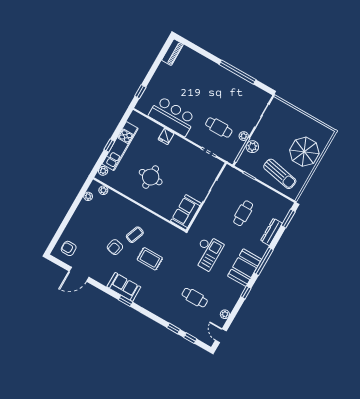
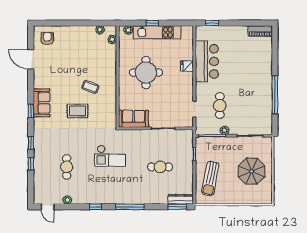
plant: (252, 147) -> (220, 143), removed
parasol: (304, 152) -> (252, 171), moved
round table: (151, 177) -> (146, 73), width x1.36, depth x1.36
dresser: (271, 232) -> (181, 199), moved
armchair: (115, 247) -> (71, 76), removed
rug: (150, 259) -> (78, 111), turned 90
booth: (245, 268) -> (116, 194), removed
door: (221, 336) -> (47, 207), swing flipped
window: (190, 338) -> (31, 143), moved

